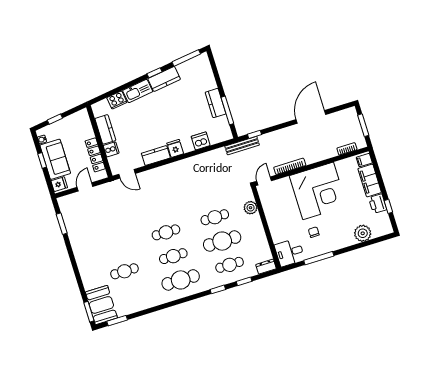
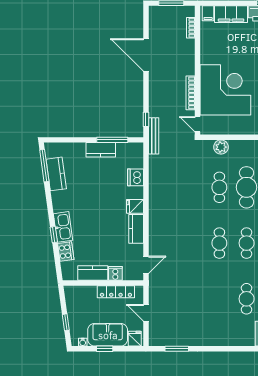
window: (154, 73) -> (54, 235), moved
kitchen counter: (164, 79) -> (56, 174), moved
corner desk: (318, 191) -> (225, 90), moved

